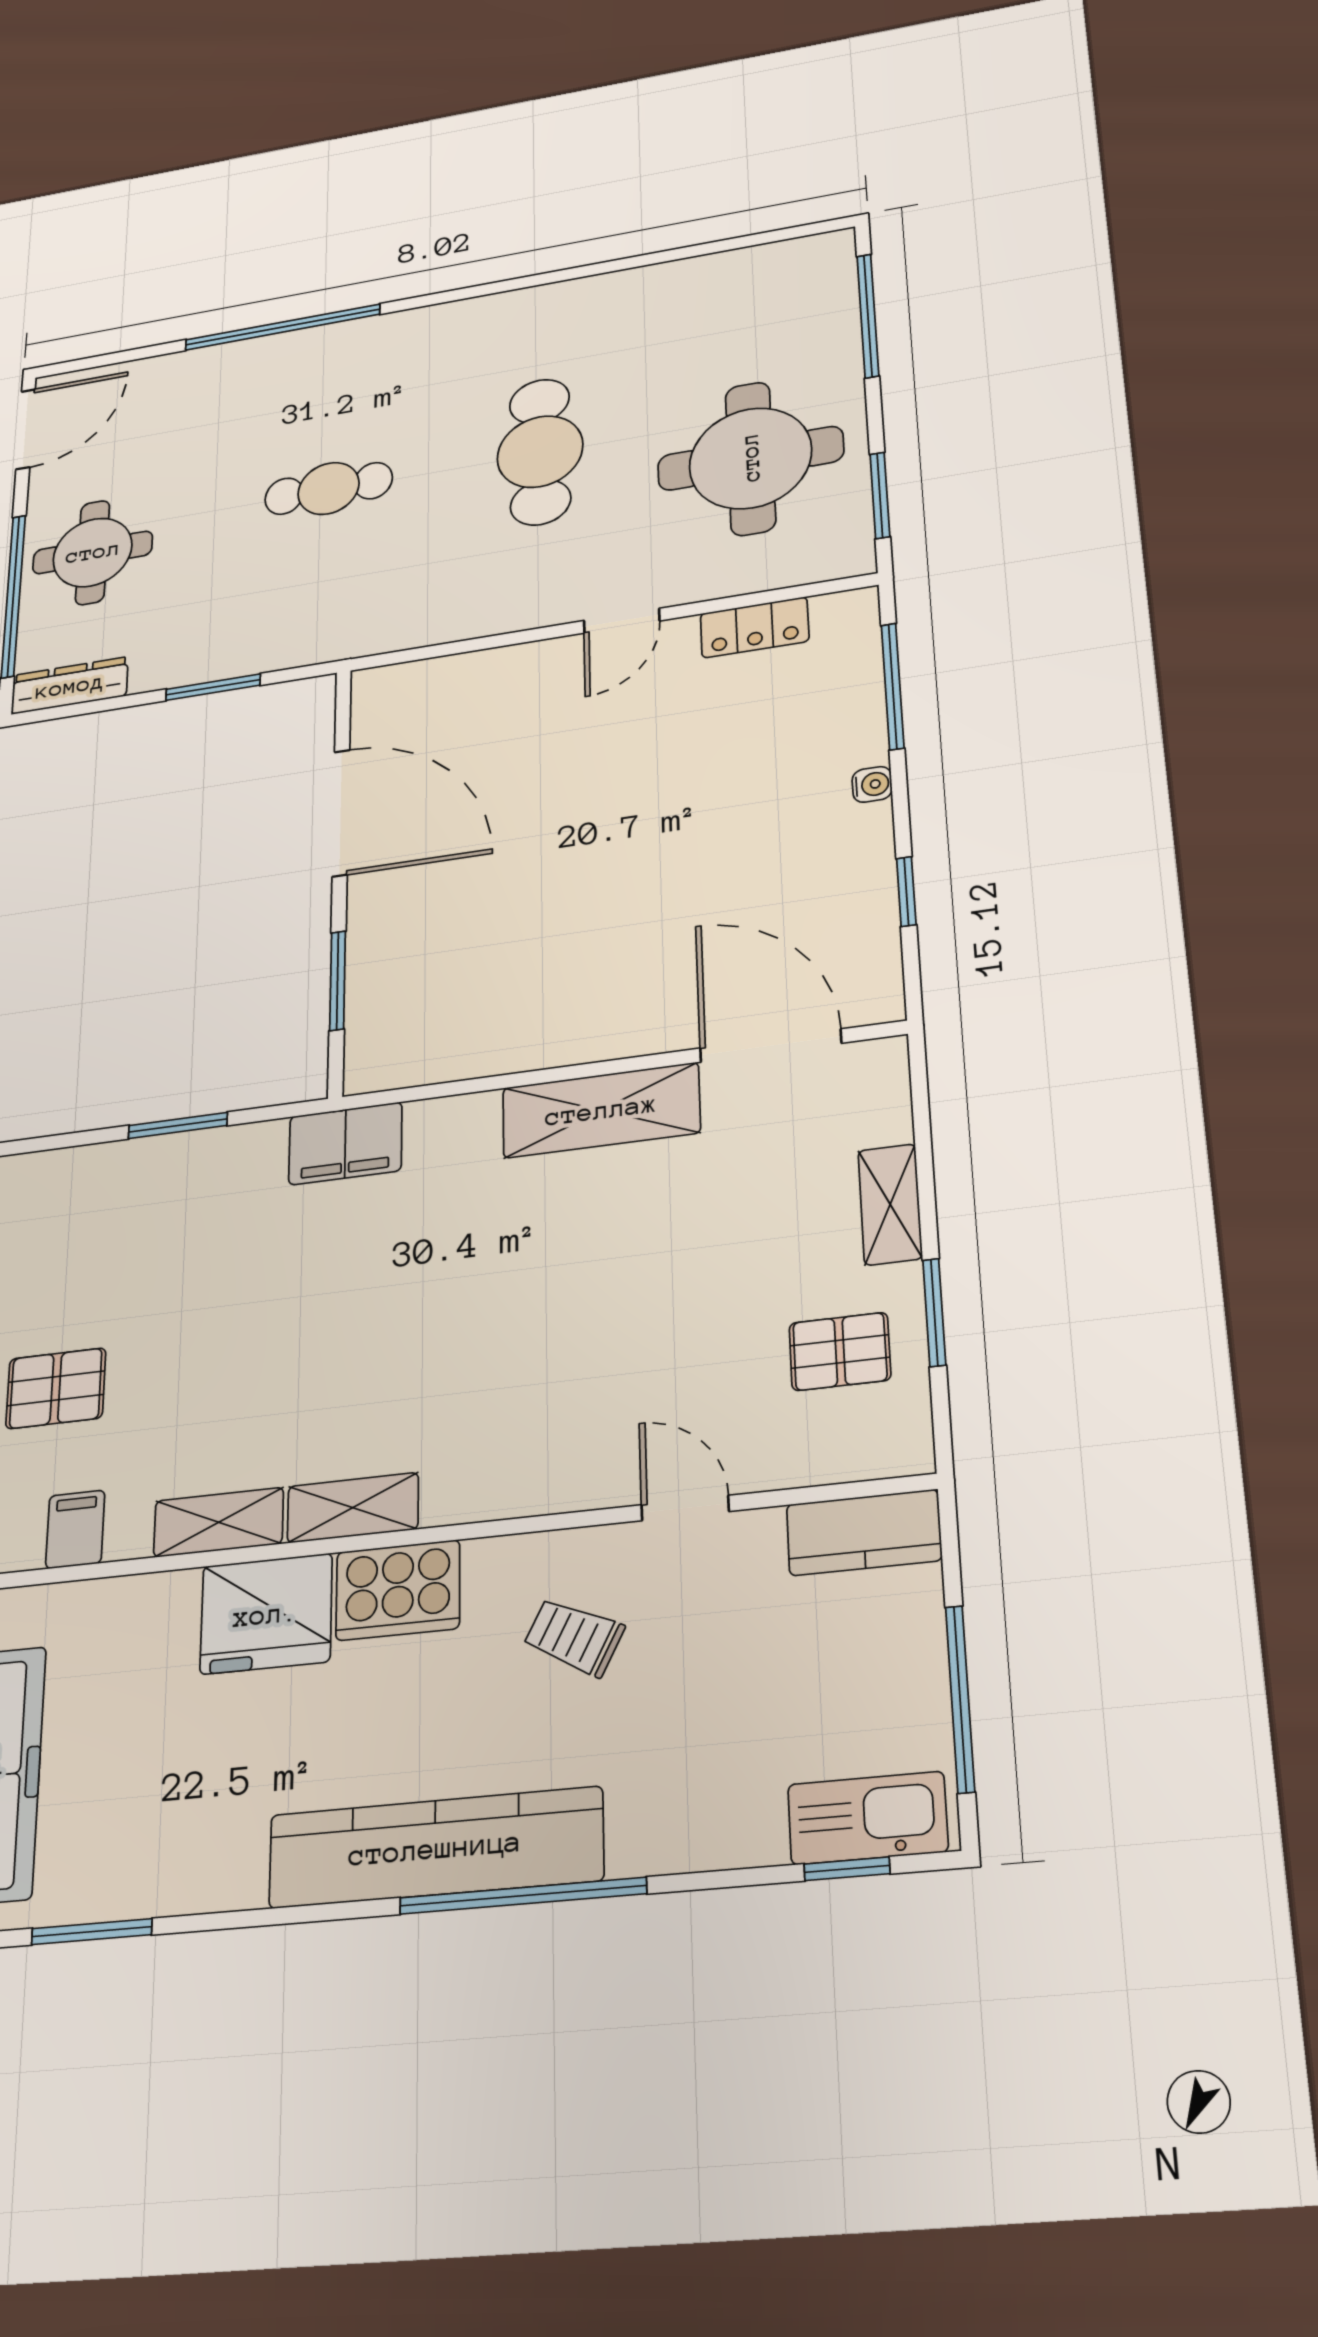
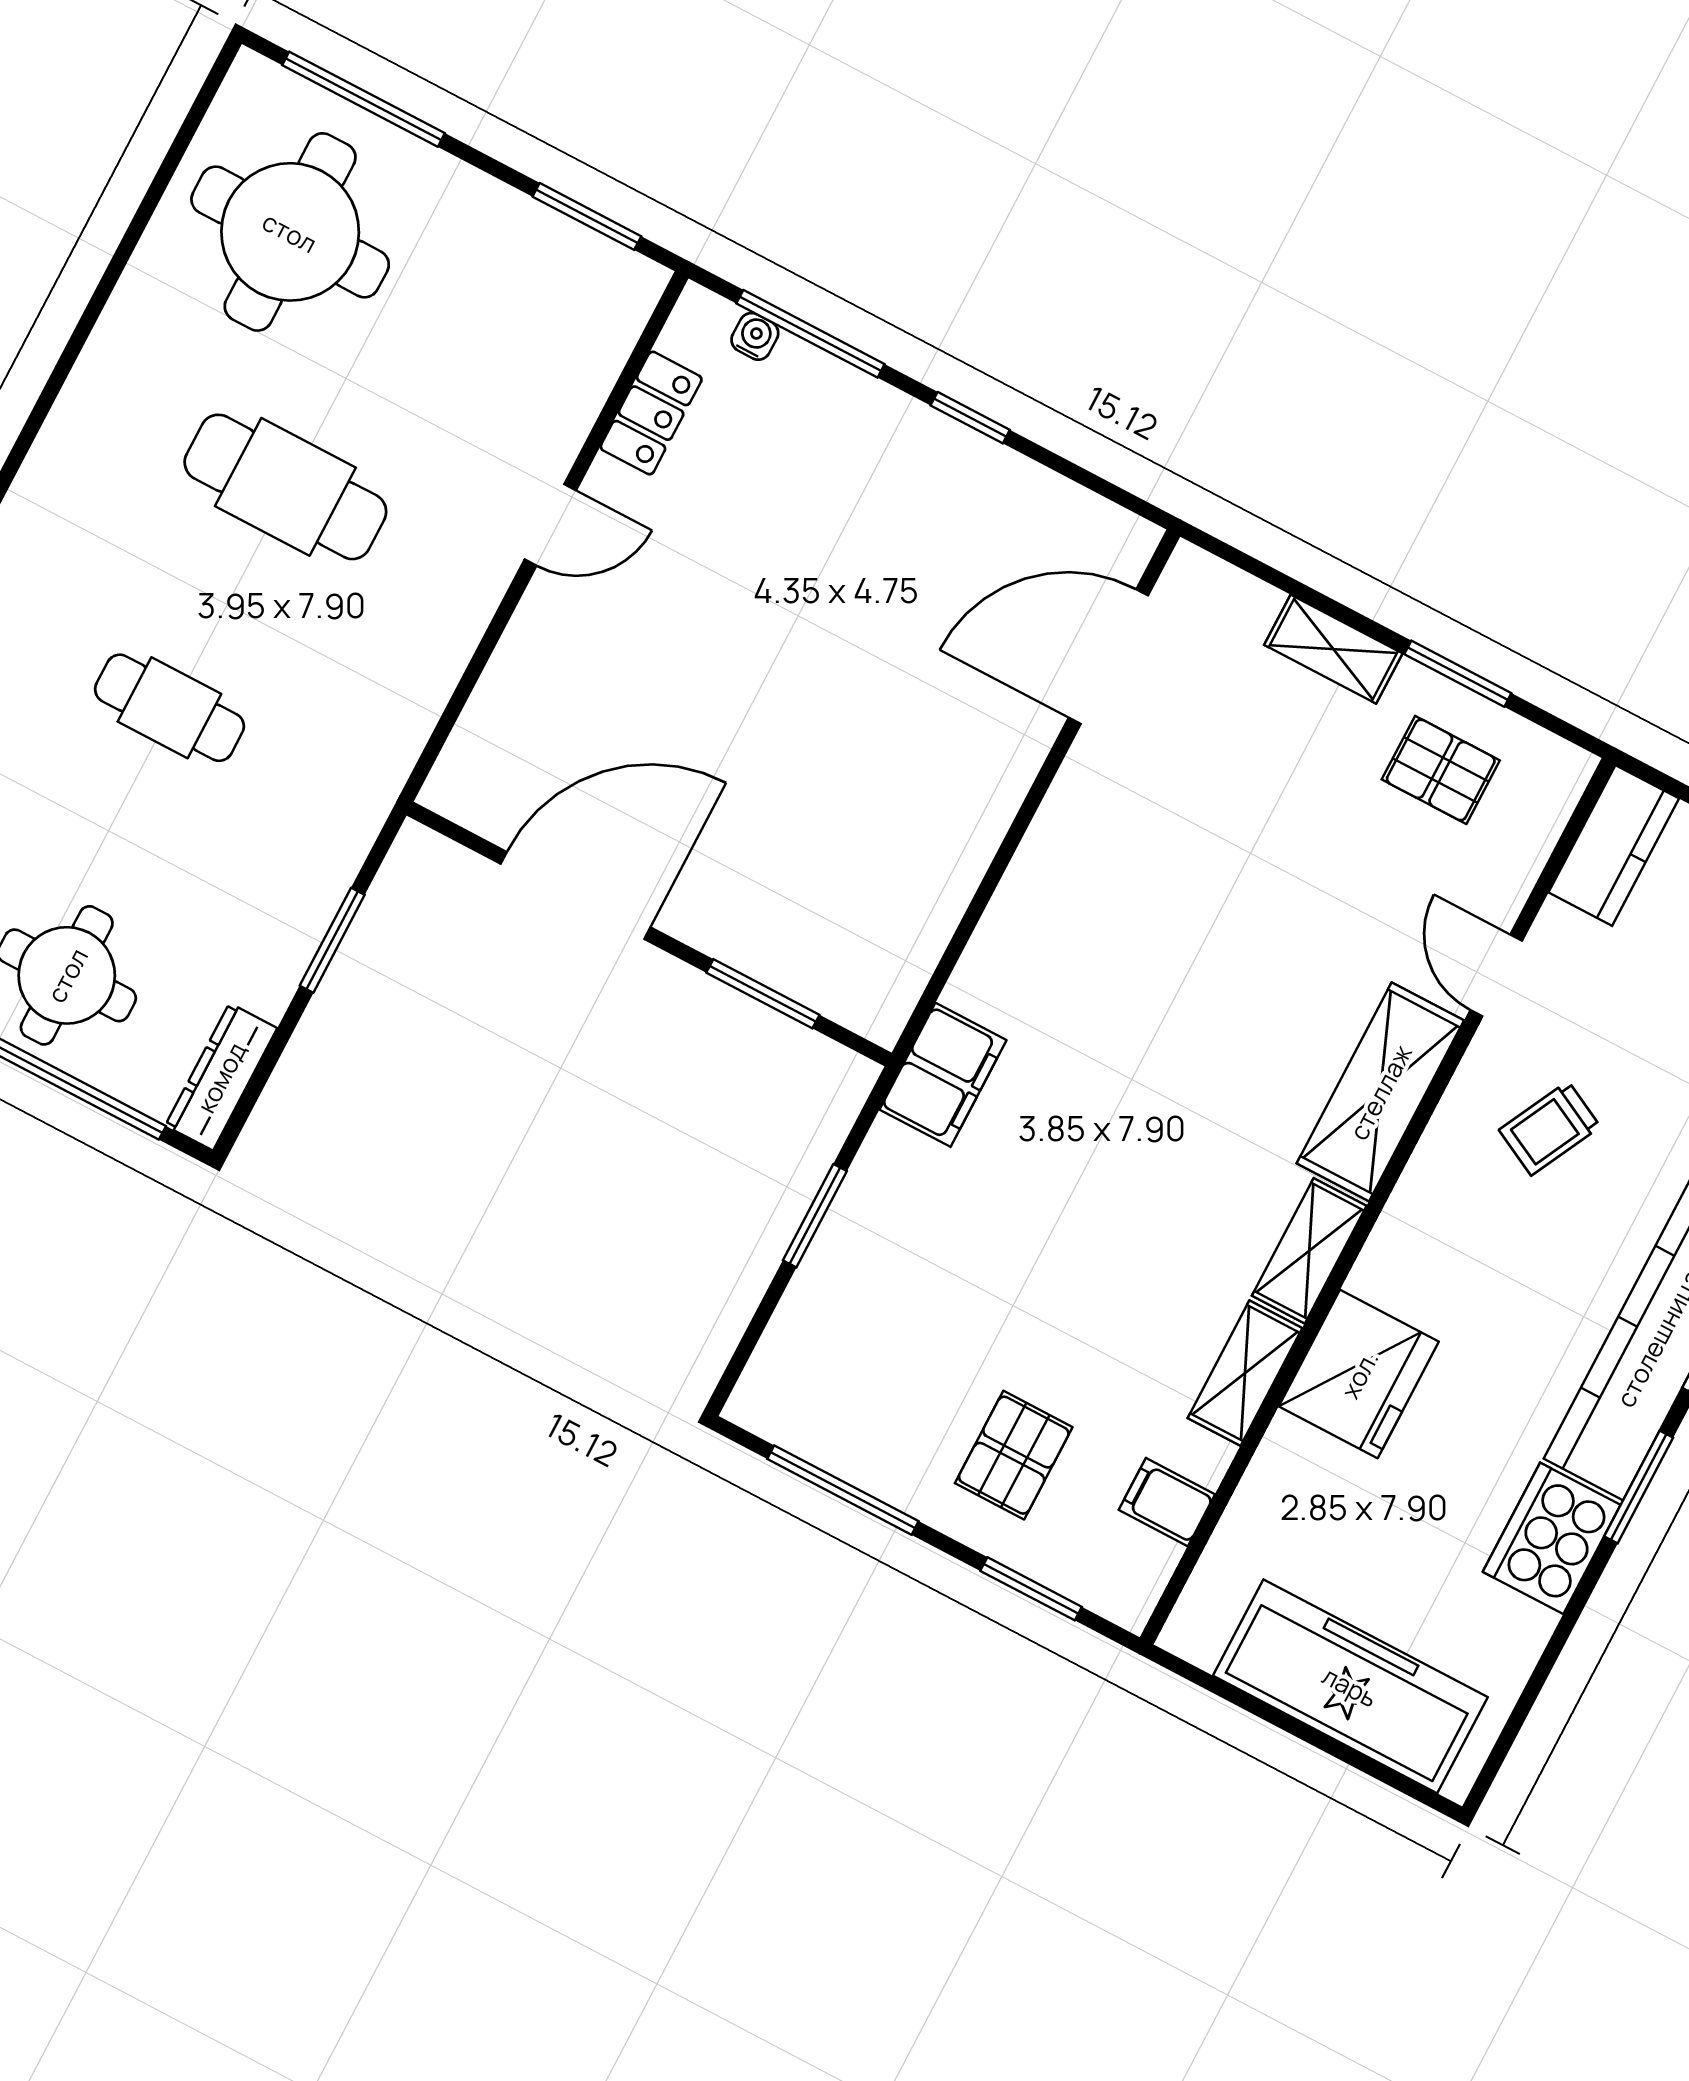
round table: (750, 458) -> (290, 232), moved
cafe table: (329, 488) -> (169, 708), turned 90
door: (622, 621) -> (550, 525), hinge flipped
water cooler: (872, 784) -> (755, 336), moved
window: (906, 891) -> (970, 418), moved
shelving: (601, 1110) -> (1380, 1092), moved
pallet: (840, 1352) -> (1441, 770), turned 90
door: (685, 1508) -> (1496, 975), hinge flipped
cooker: (398, 1590) -> (1552, 1538), moved, turned 180
window: (92, 1932) -> (1639, 1487), moved

